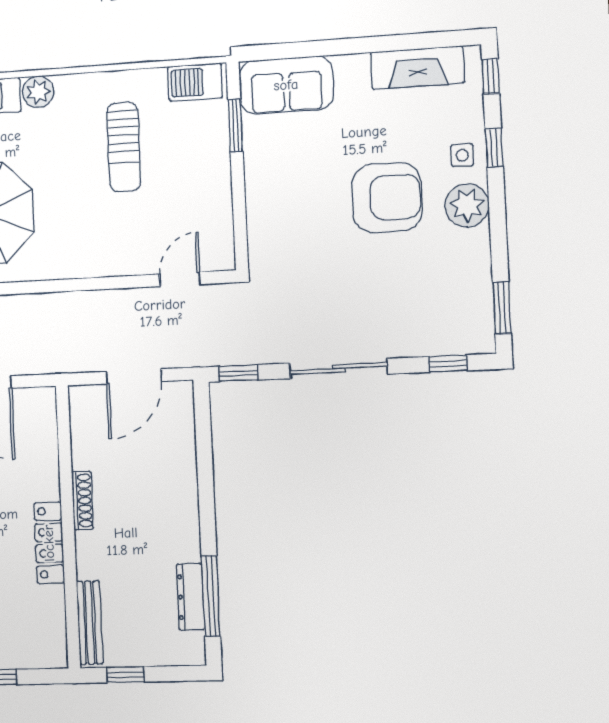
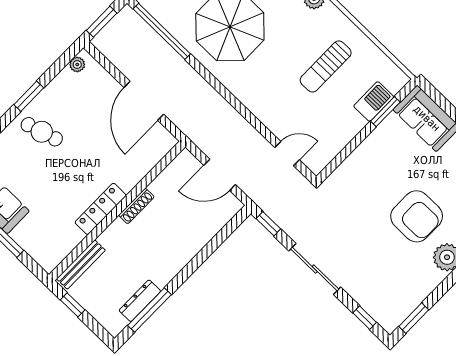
barbecue: (195, 82) -> (374, 102), moved, turned 90

